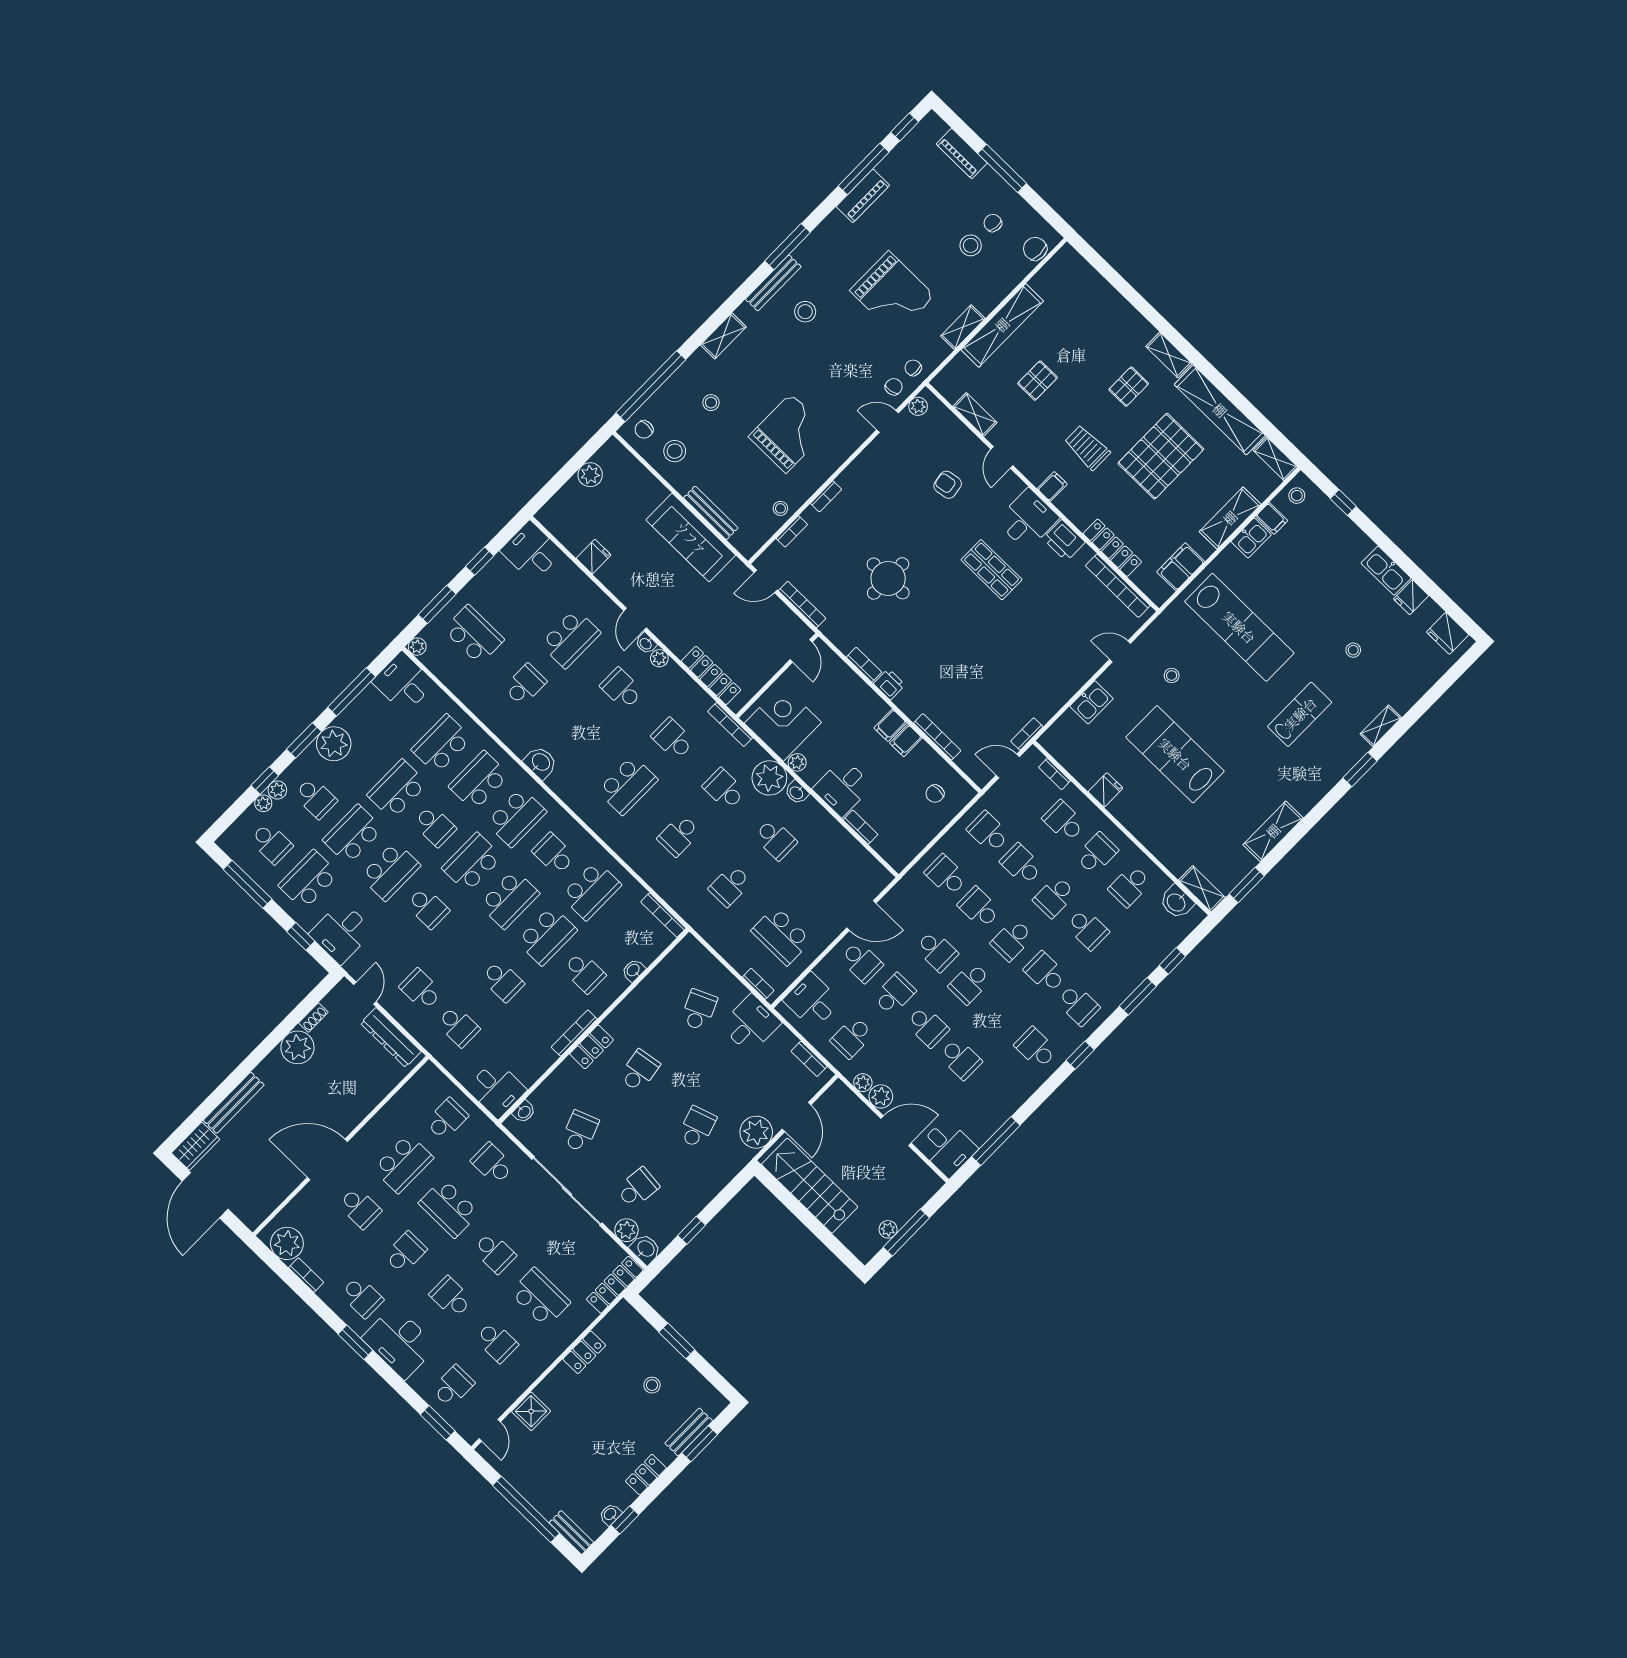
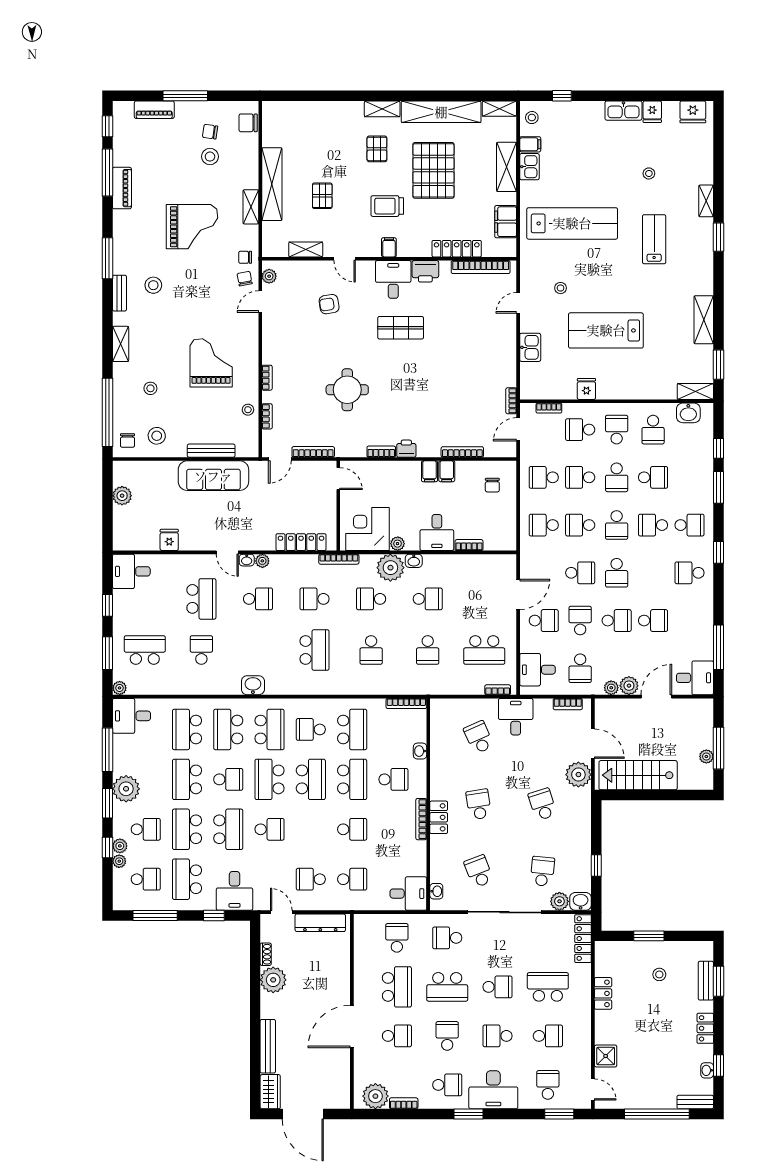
bench: (773, 283) -> (119, 293), width x0.73
school desk: (622, 689) -> (258, 599), turned 180

